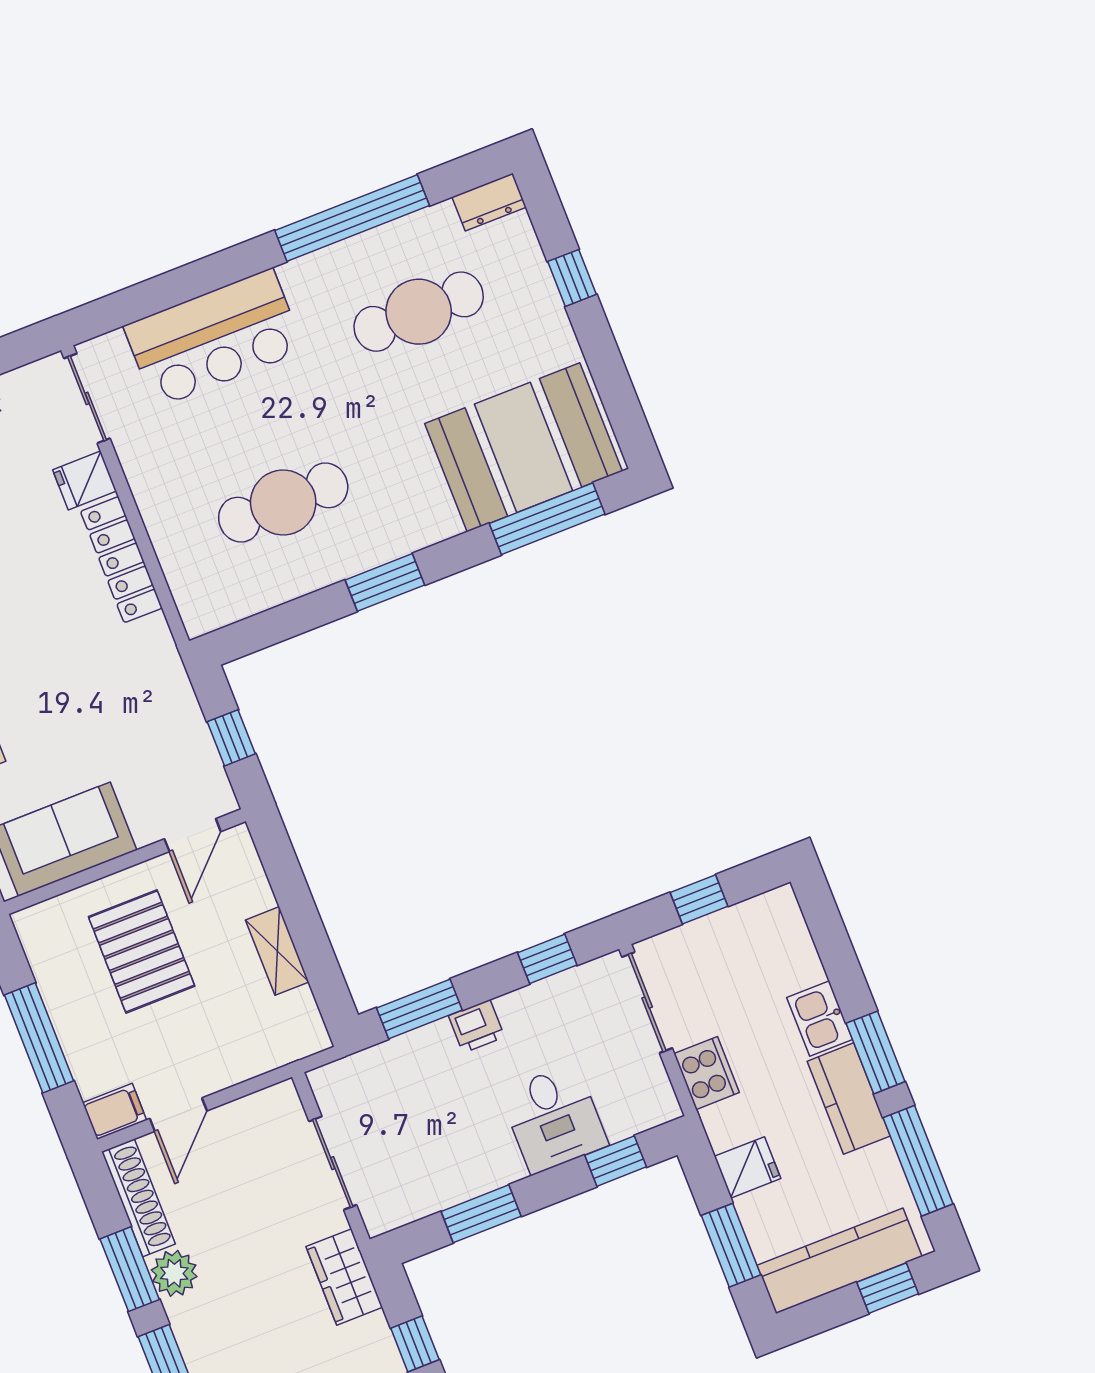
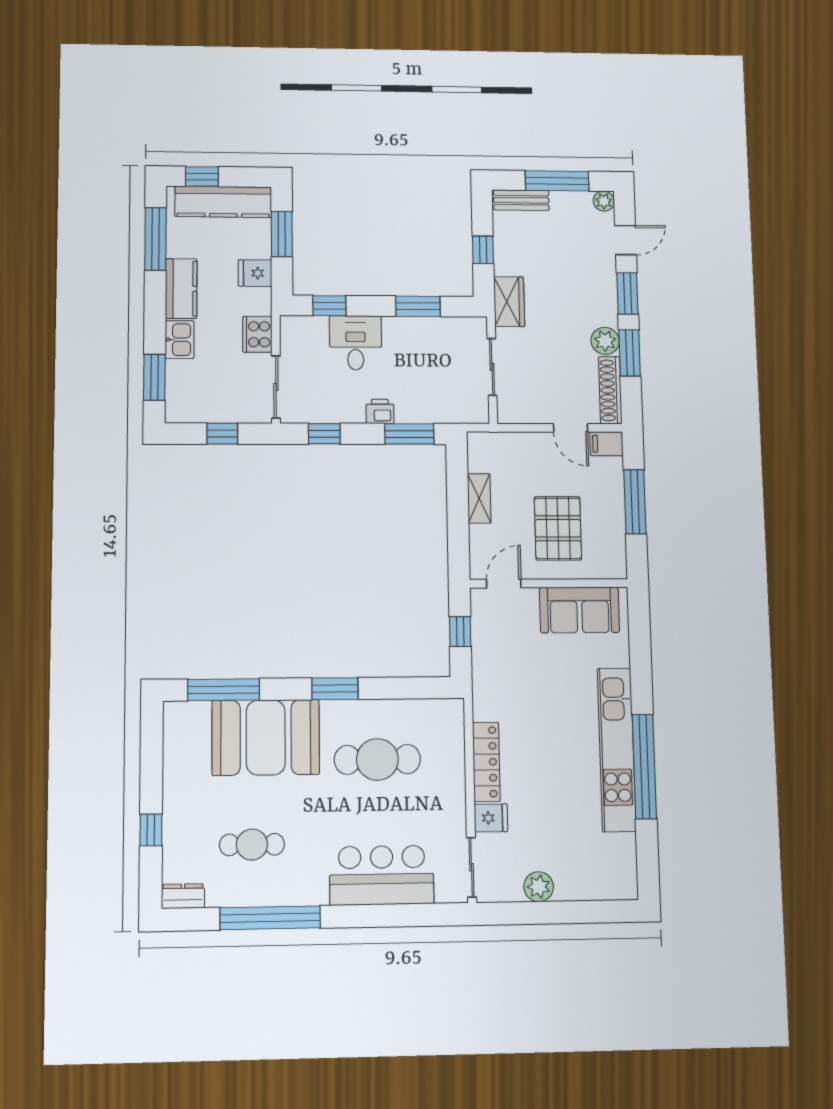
cafe table: (419, 312) -> (252, 845), width x0.73, depth x0.74
booth: (523, 447) -> (266, 737), moved
window: (876, 1052) -> (154, 377), moved
door: (178, 1115) -> (570, 428), swing flipped

